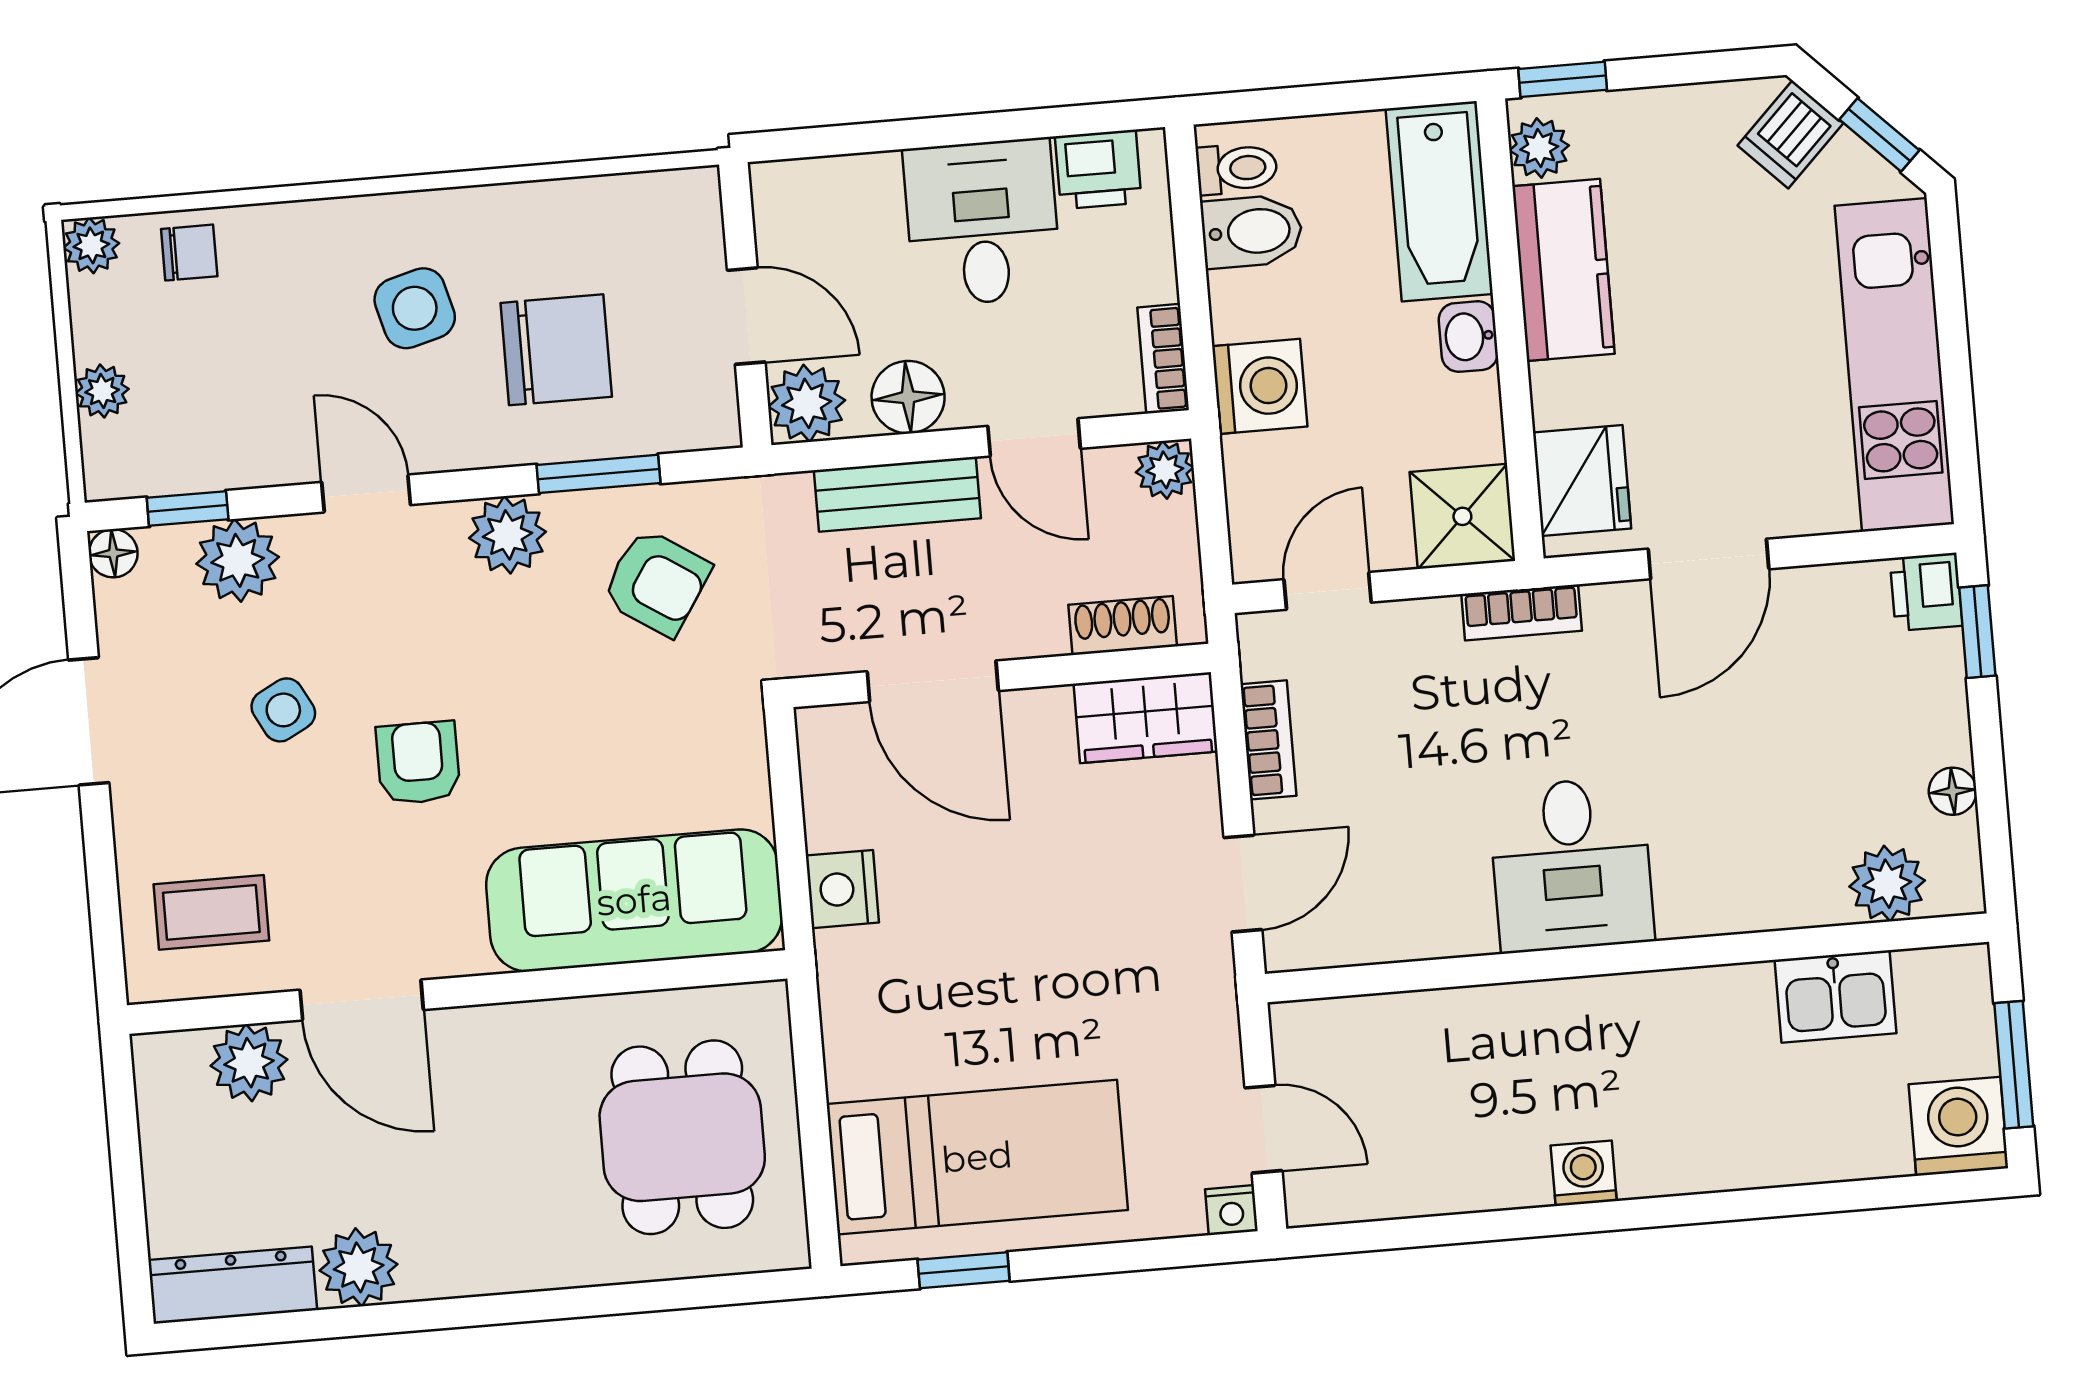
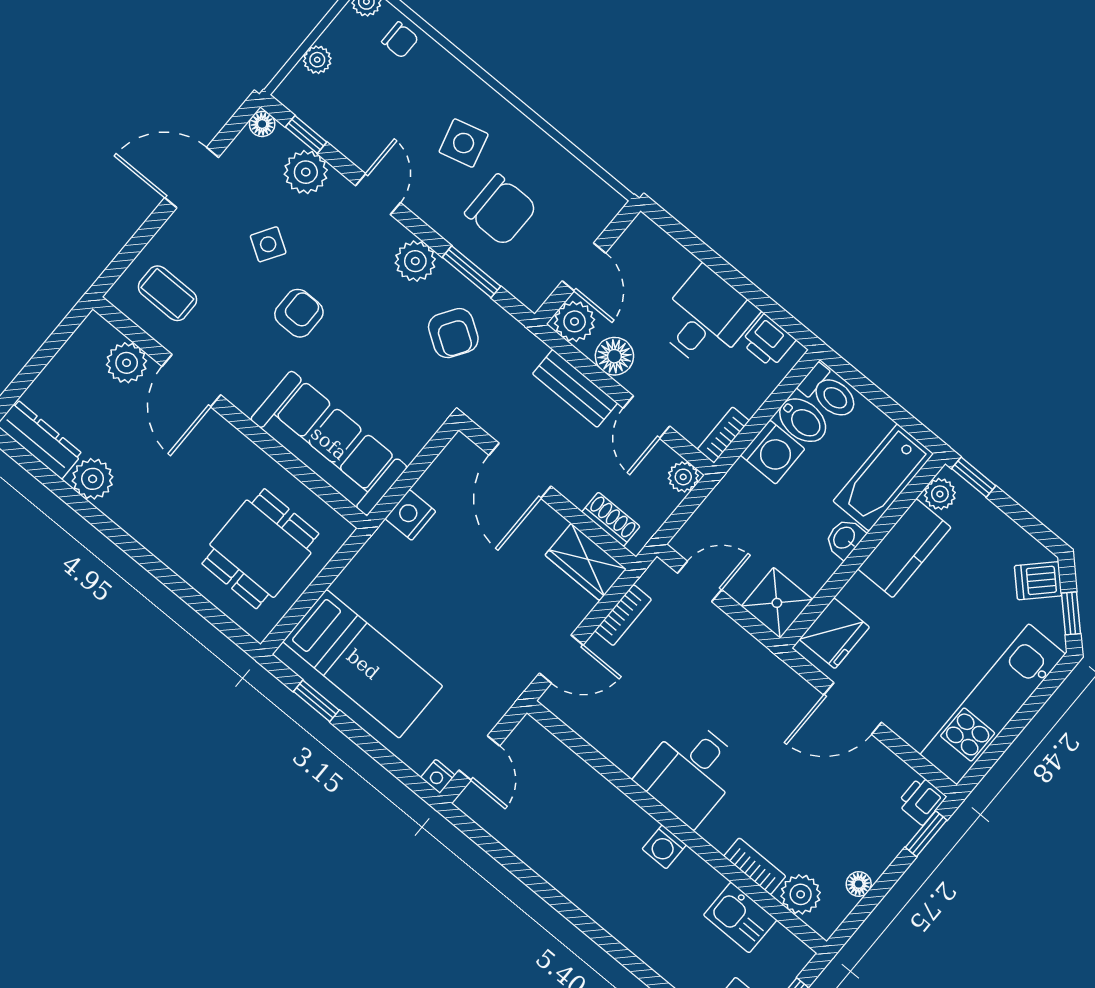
toilet: (1237, 168) -> (829, 393), width x1.37, depth x1.39
washing machine: (1260, 386) -> (773, 452), moved
bookcase: (1522, 612) -> (755, 866), moved, turned 180
side table: (283, 710) -> (268, 244), turned -30
washing machine: (1584, 1173) -> (664, 847), moved, turned 180

